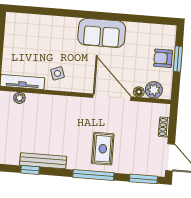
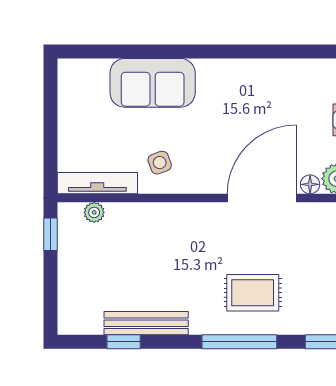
sofa: (102, 33) -> (153, 83), moved
door: (112, 97) -> (262, 198), hinge flipped
rug: (103, 149) -> (253, 293), turned 90

